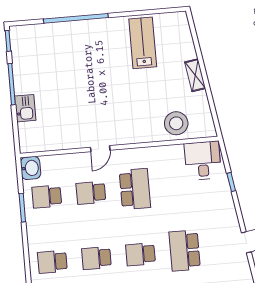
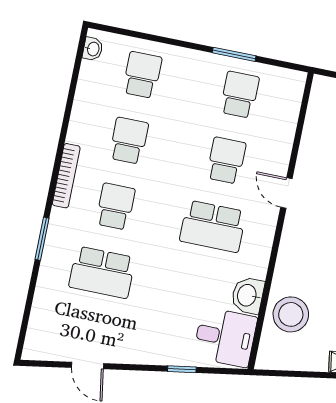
washbasin: (30, 168) -> (248, 295), moved, turned 90
school desk: (185, 250) -> (102, 272), turned 180

